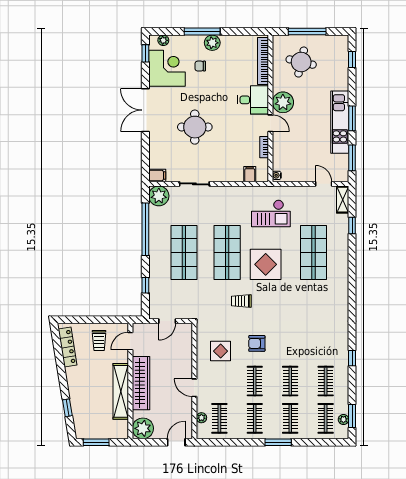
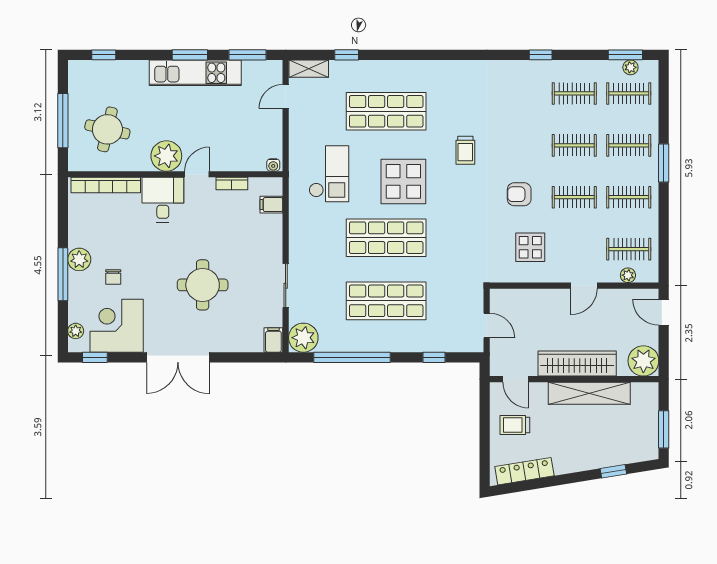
trolley: (241, 301) -> (465, 150), moved
trolley: (99, 341) -> (515, 425), turned 180
armchair: (257, 343) -> (519, 194), turned 90

